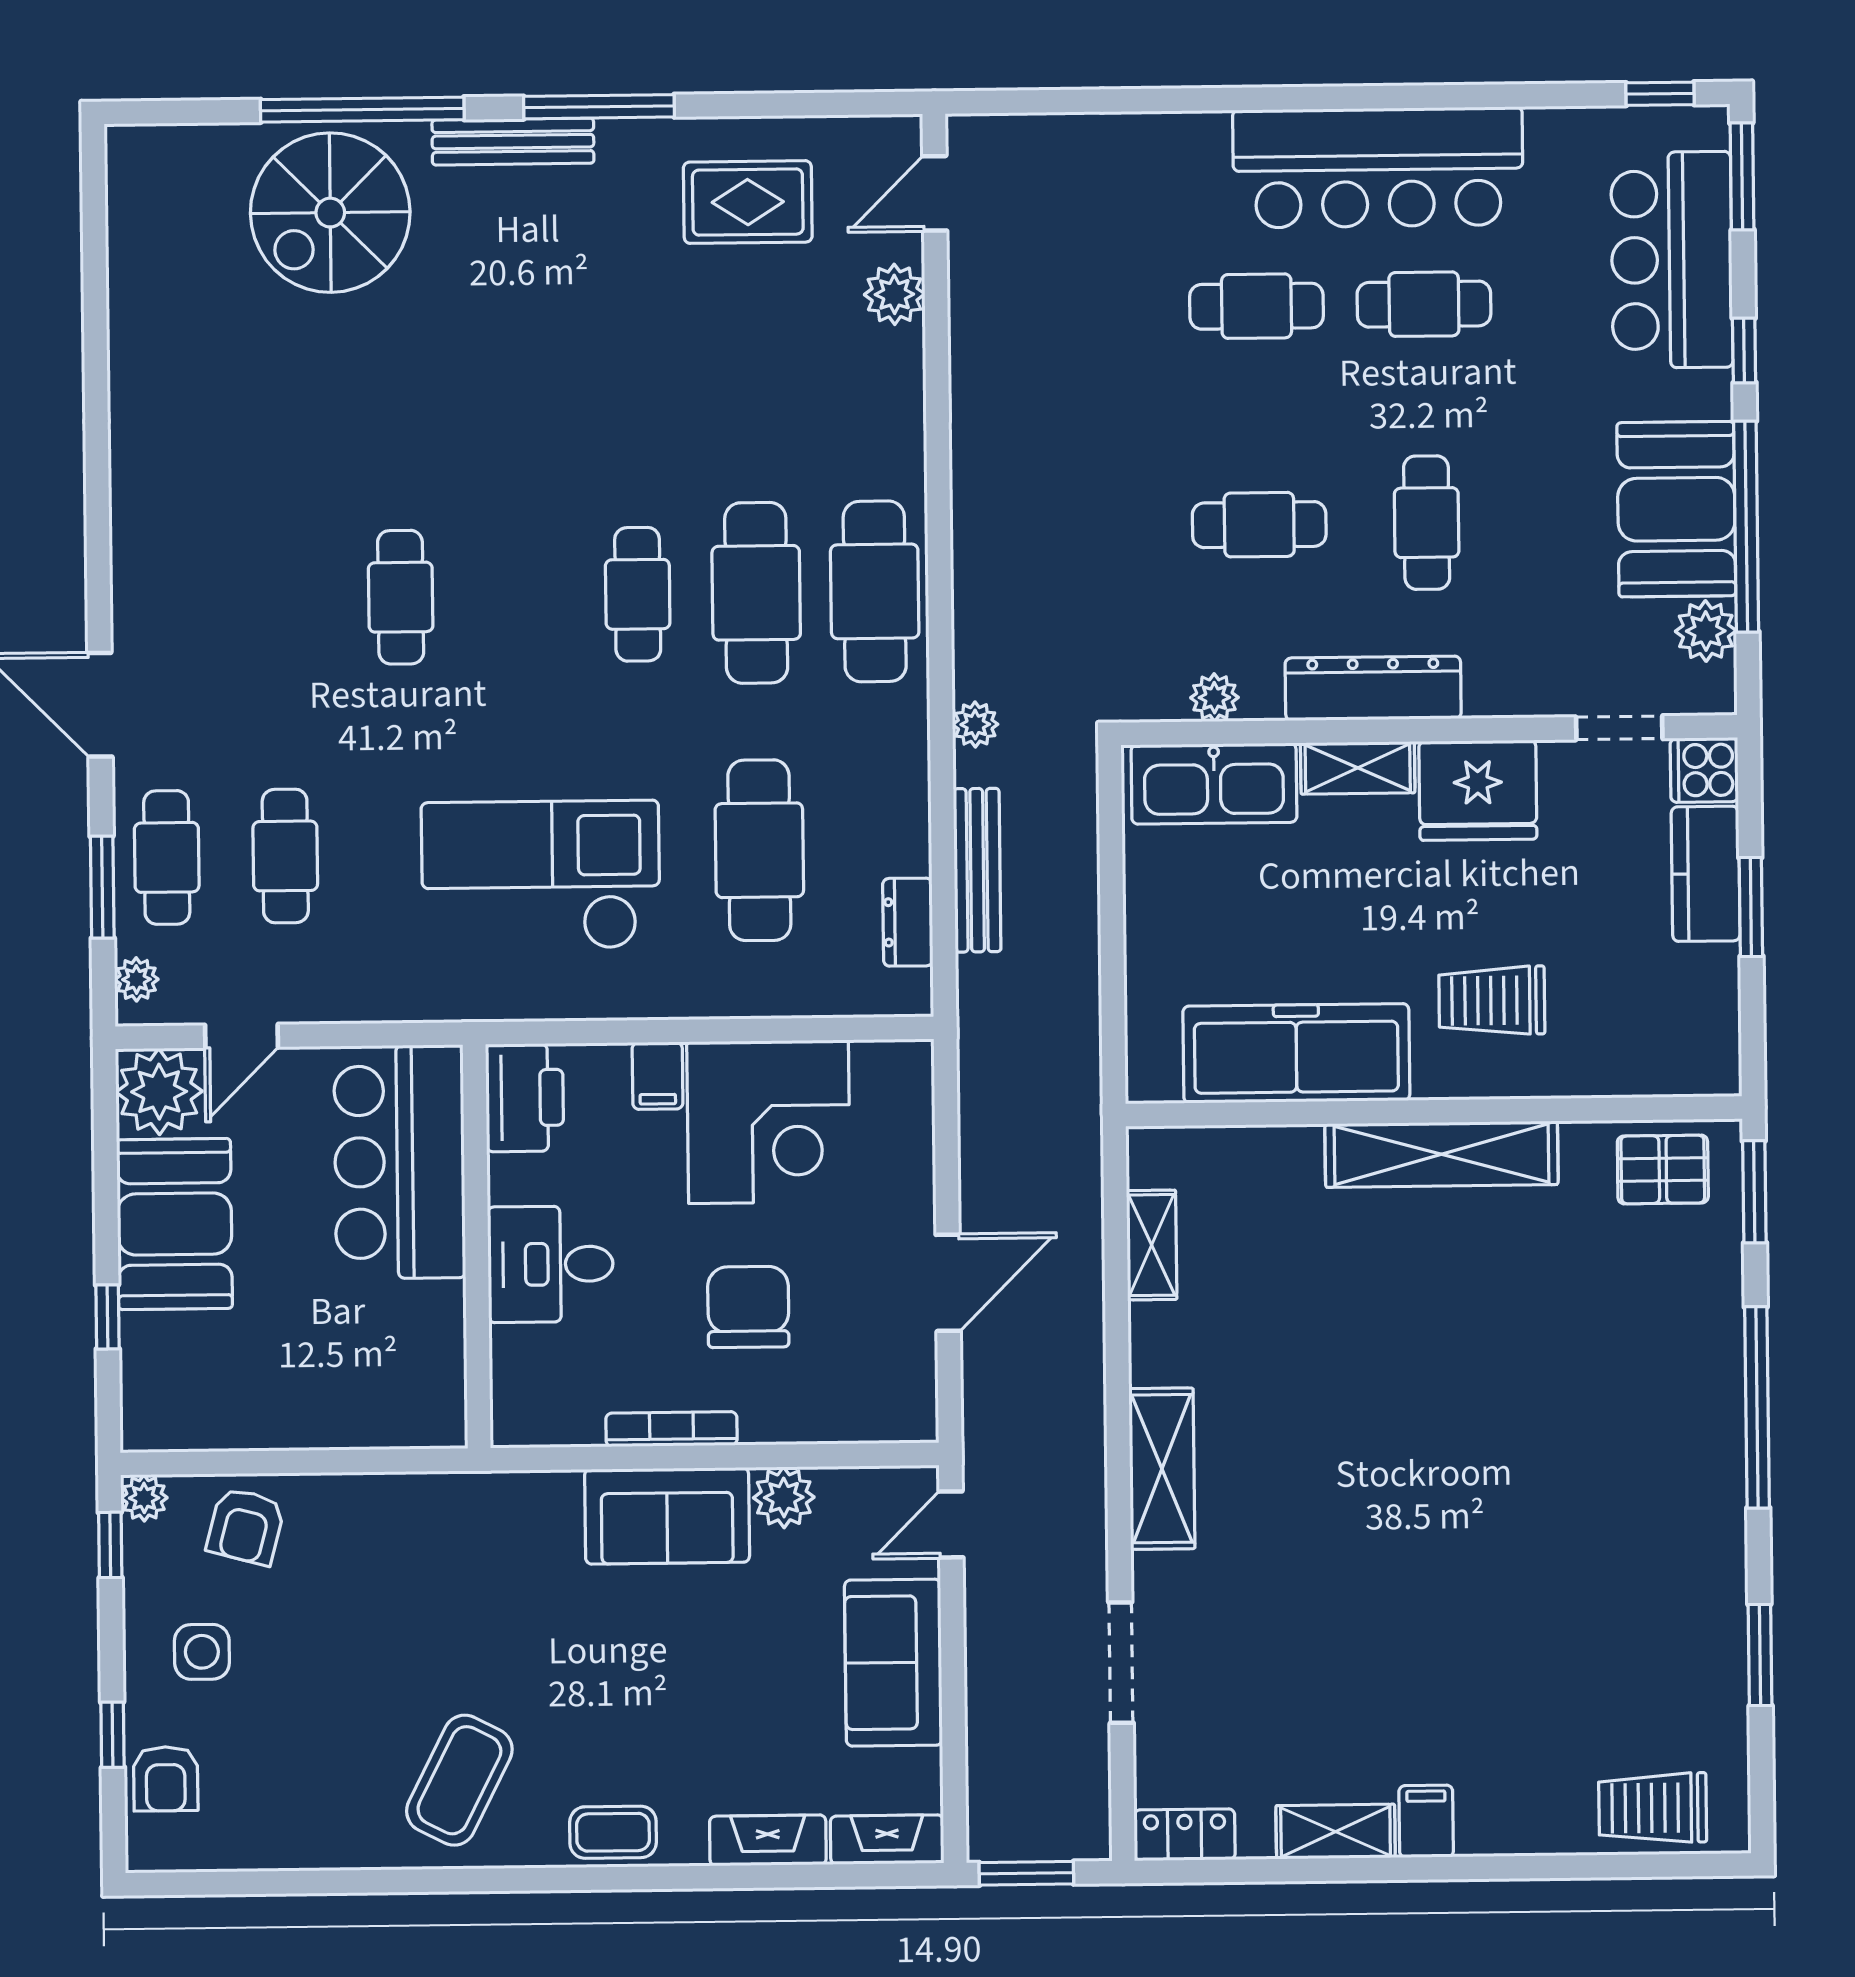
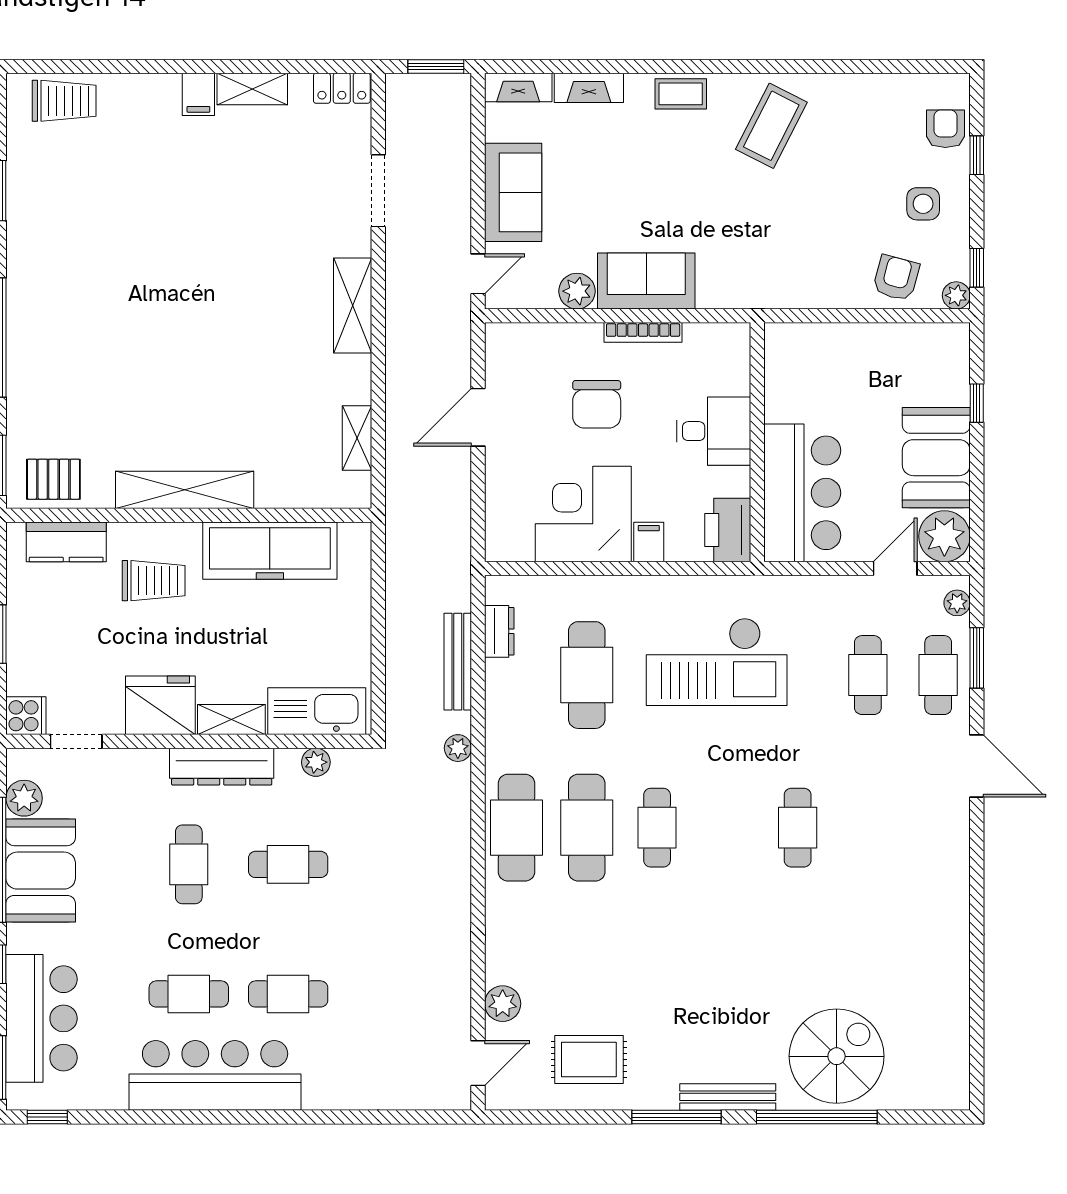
kitchen counter: (1706, 874) -> (66, 542), moved, turned 90

